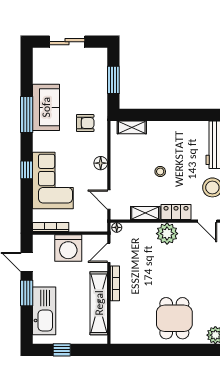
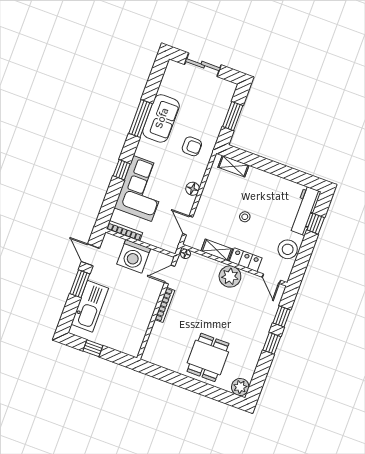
shelving: (99, 303) -> (143, 318), removed

